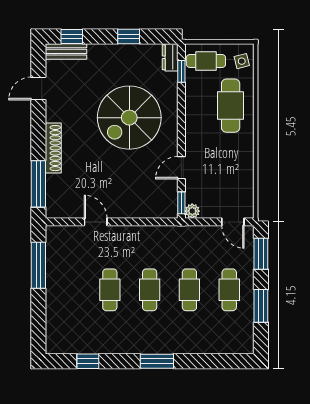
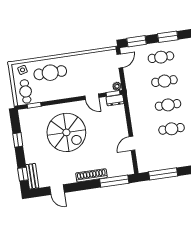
dresser: (170, 57) -> (115, 100), moved

